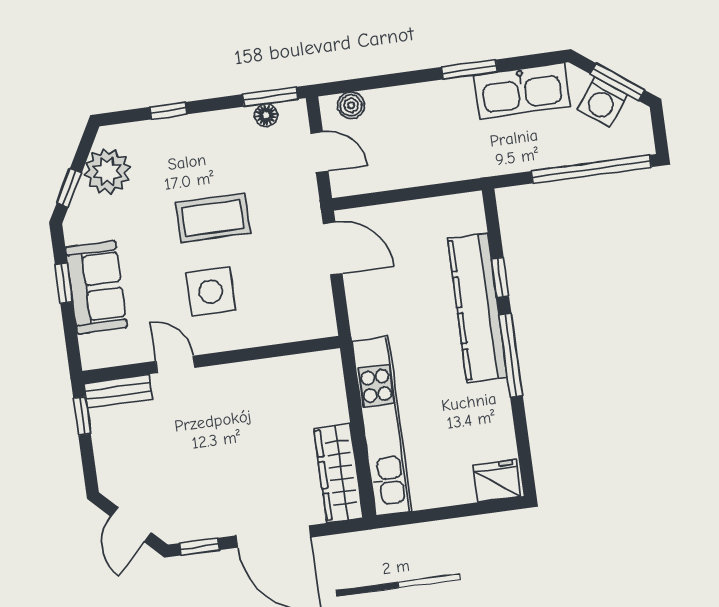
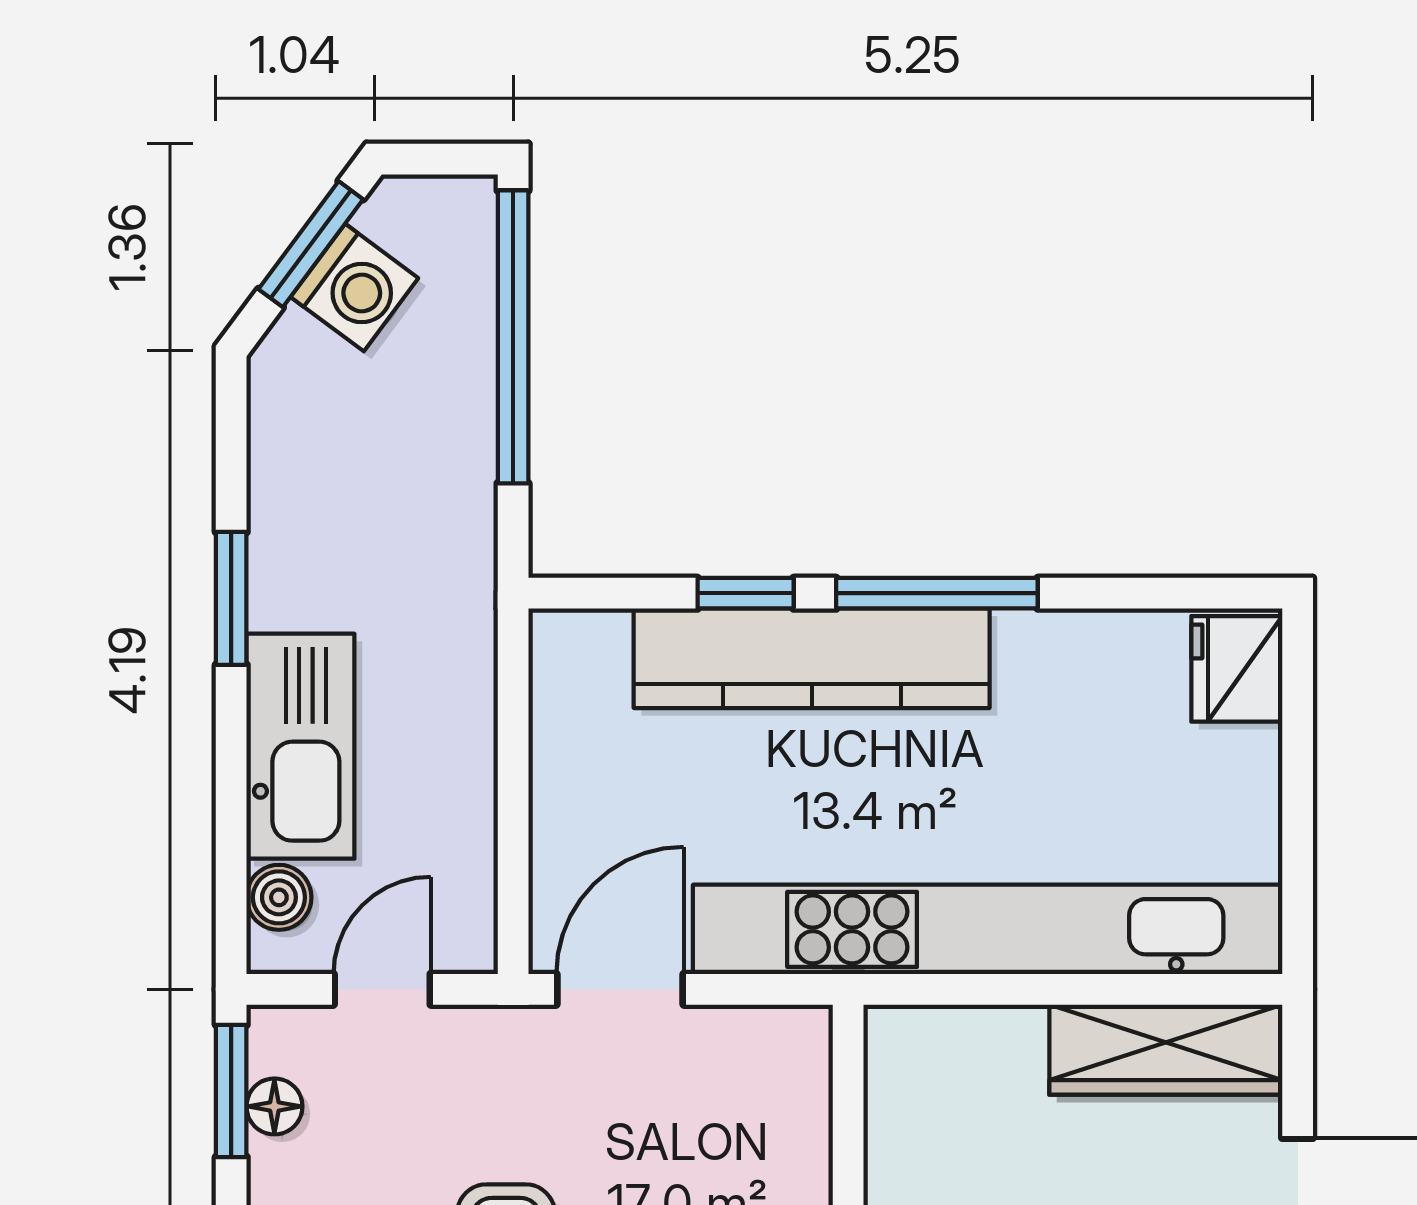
kitchen sink: (522, 91) -> (300, 746), moved
kitchen unit: (382, 426) -> (988, 929), width x1.36

